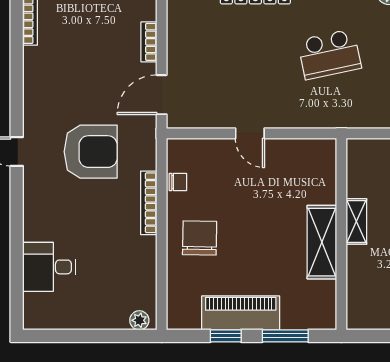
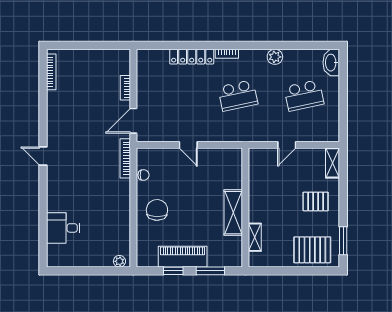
armchair: (91, 152) -> (89, 156), removed
bookcase: (149, 203) -> (125, 158), moved
shelving: (356, 221) -> (255, 237), moved

